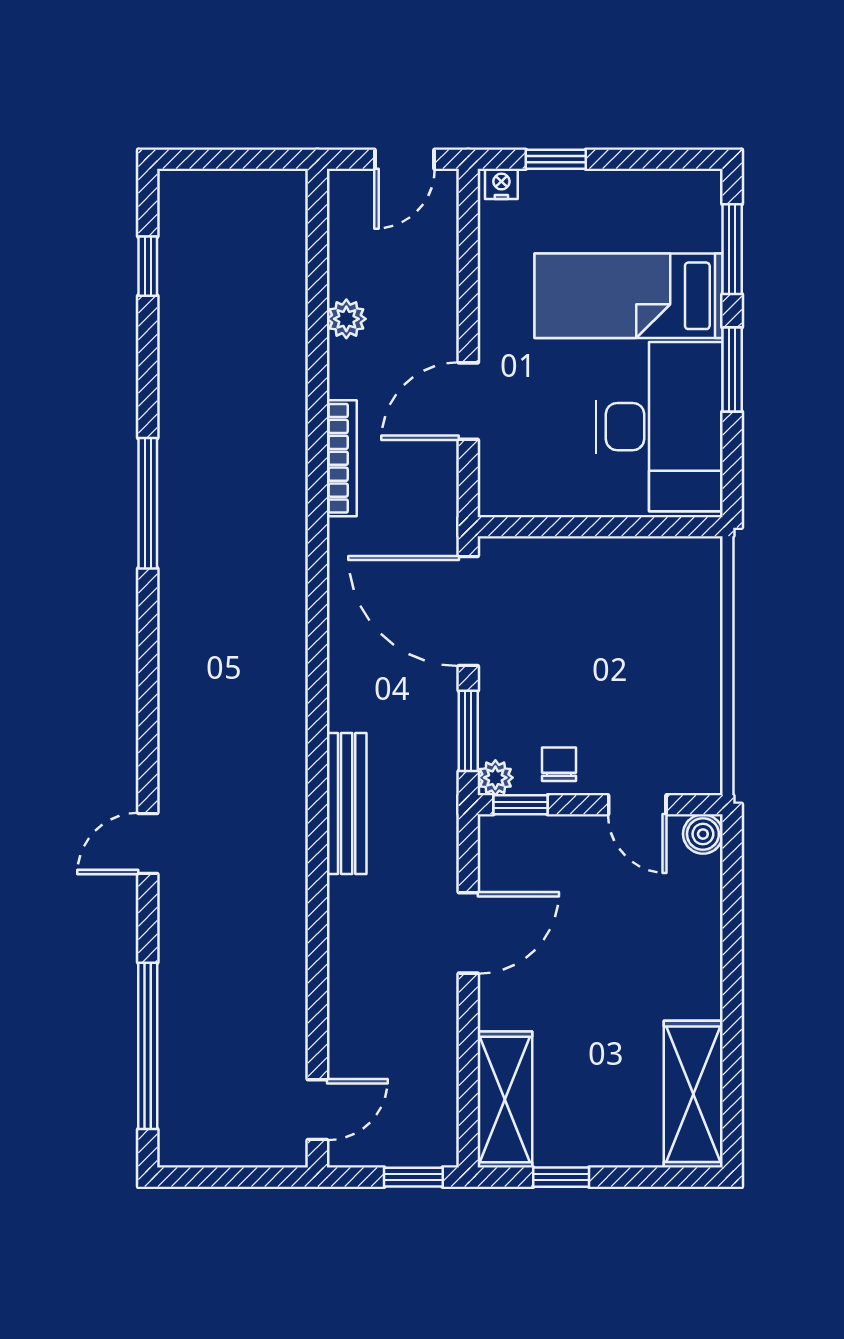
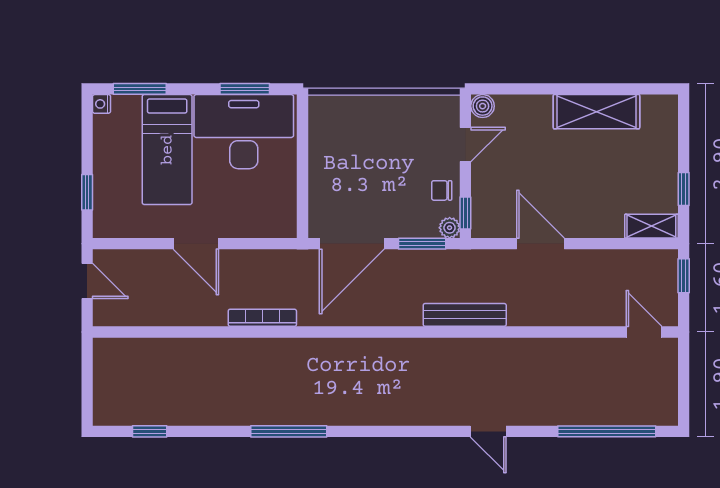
nightstand: (501, 184) -> (102, 104), moved
plant: (346, 319) -> (181, 315), removed
window: (732, 370) -> (245, 89), moved
door: (468, 401) -> (196, 244), moved
shelving: (693, 1094) -> (596, 112), moved
shelving: (505, 1100) -> (651, 226), width x0.67, depth x0.75

